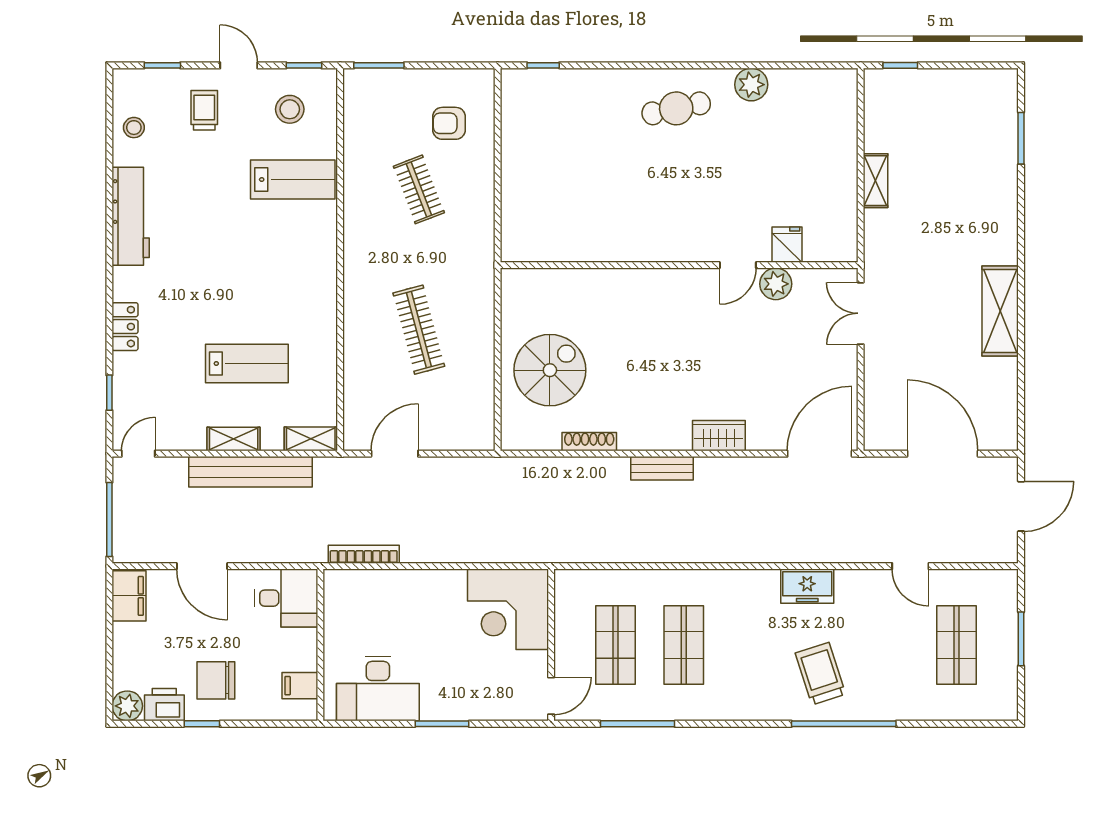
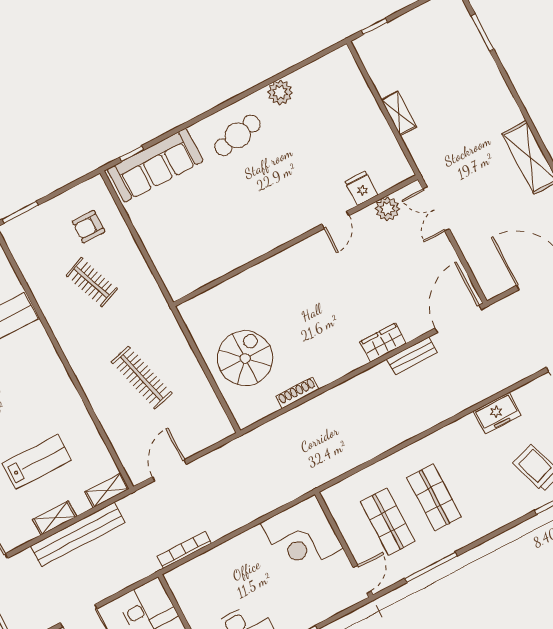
sofa: (563, 93) -> (155, 165), added
plant: (776, 284) -> (387, 209), moved
bench: (662, 468) -> (412, 356), moved

